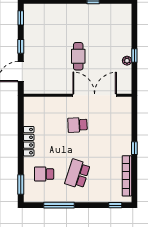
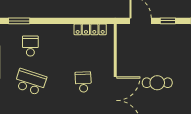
locker: (29, 141) -> (90, 29), moved

